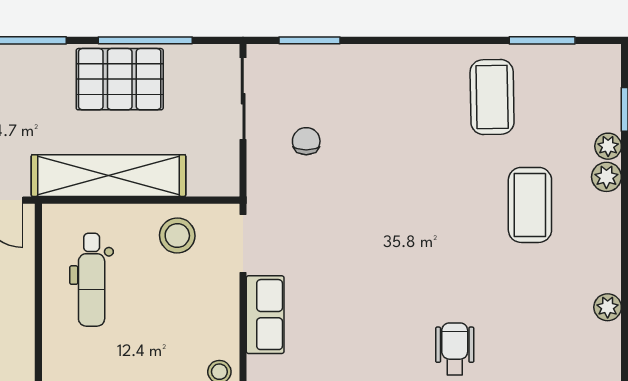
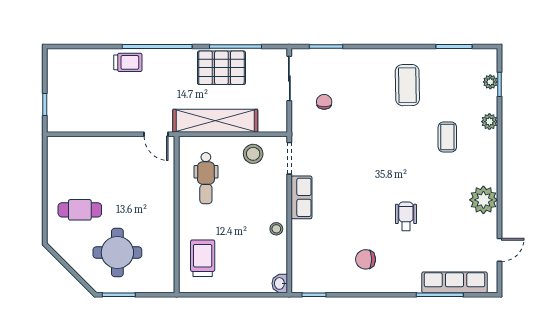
coffee table: (492, 97) -> (407, 85), moved
plant: (608, 146) -> (490, 82), moved
coffee table: (530, 205) -> (447, 137), width x0.73, depth x0.77
plant: (608, 307) -> (483, 200), width x1.88, depth x1.88

